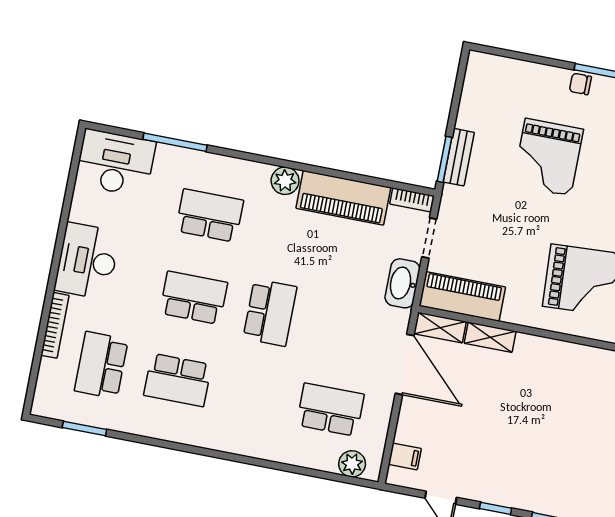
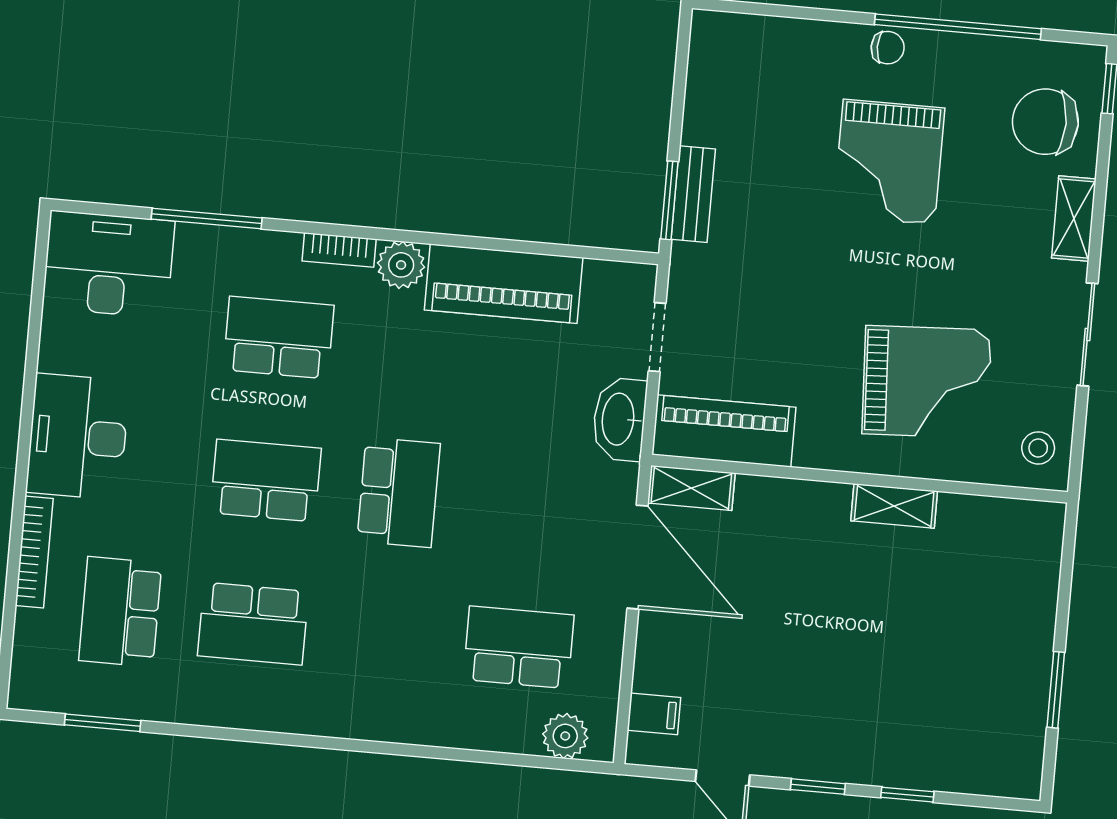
chair: (580, 84) -> (888, 48), turned 180
grand piano: (548, 157) -> (889, 162), moved
bookcase: (412, 200) -> (339, 250), moved
shelving: (490, 337) -> (894, 506), moved

